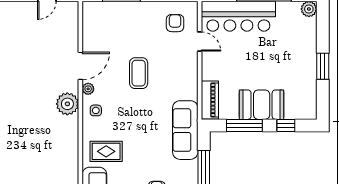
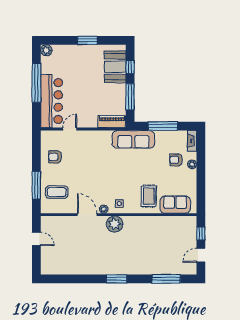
armchair: (175, 23) -> (55, 157), moved
coffee table: (139, 73) -> (57, 192), moved
booth: (262, 105) -> (115, 67), moved

